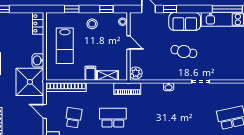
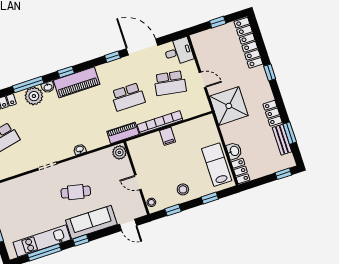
window: (170, 9) -> (81, 240), moved
sofa: (185, 22) -> (91, 222), width x1.36
lab bench: (65, 46) -> (217, 165), moved
washbasin: (38, 60) -> (234, 151), moved
shelving: (107, 75) -> (149, 140), removed
bookcase: (66, 87) -> (160, 122), moved
school desk: (73, 118) -> (170, 83), width x1.85

